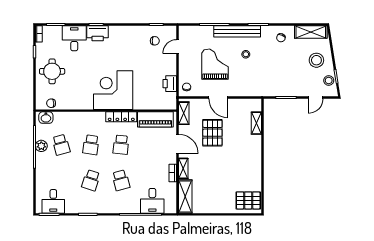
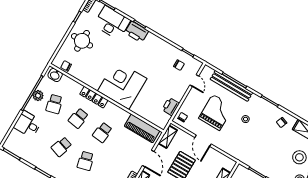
bench: (237, 31) -> (231, 86), moved
desk: (74, 38) -> (112, 23), width x1.37
door: (177, 47) -> (194, 80), swing flipped
locker: (121, 117) -> (94, 97), moved
desk: (53, 201) -> (28, 124), moved, turned 90

